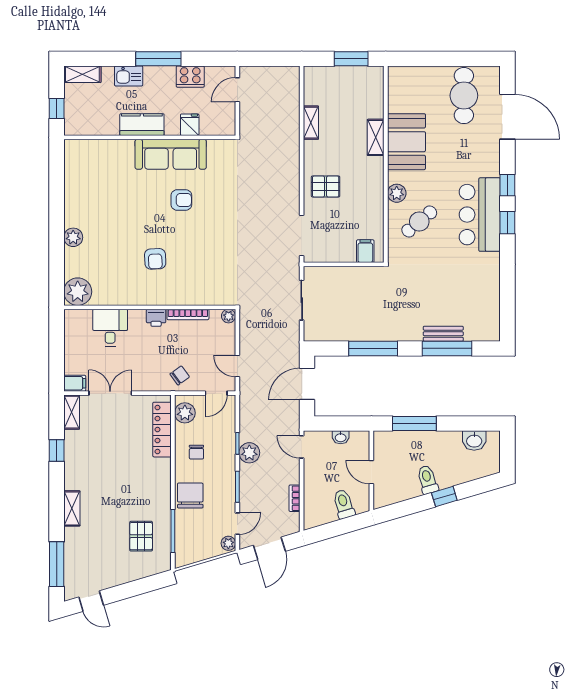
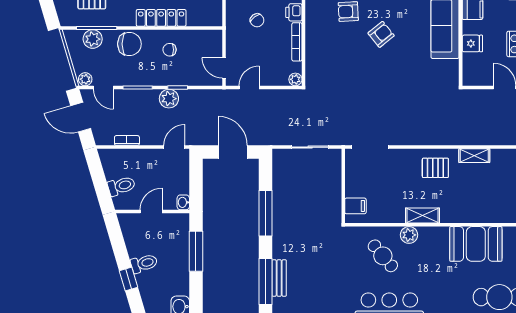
shelving: (376, 137) -> (422, 216), moved
booth: (406, 142) -> (476, 244), moved
pallet: (326, 186) -> (435, 168), moved, turned 90
armchair: (181, 200) -> (381, 34), moved, turned -129
chair: (180, 375) -> (257, 20), moved
plant: (185, 413) -> (93, 39), moved
locker: (162, 430) -> (161, 18), moved
washbasin: (341, 437) -> (183, 202), moved

